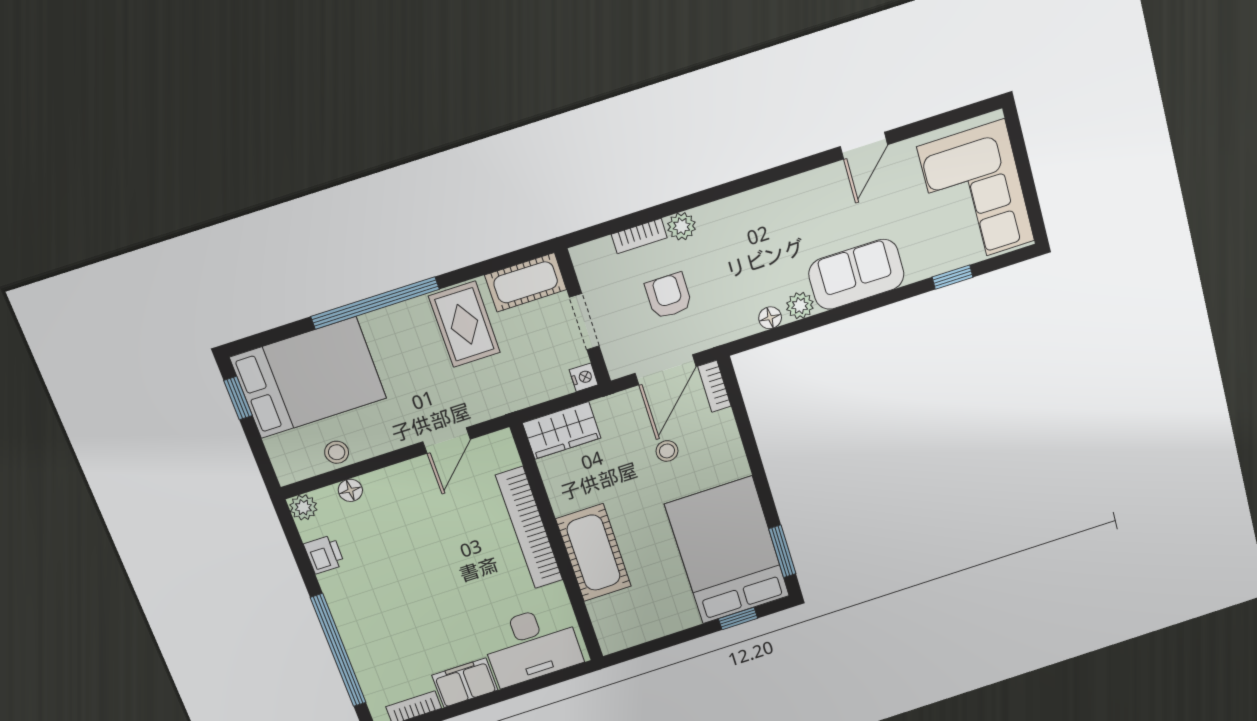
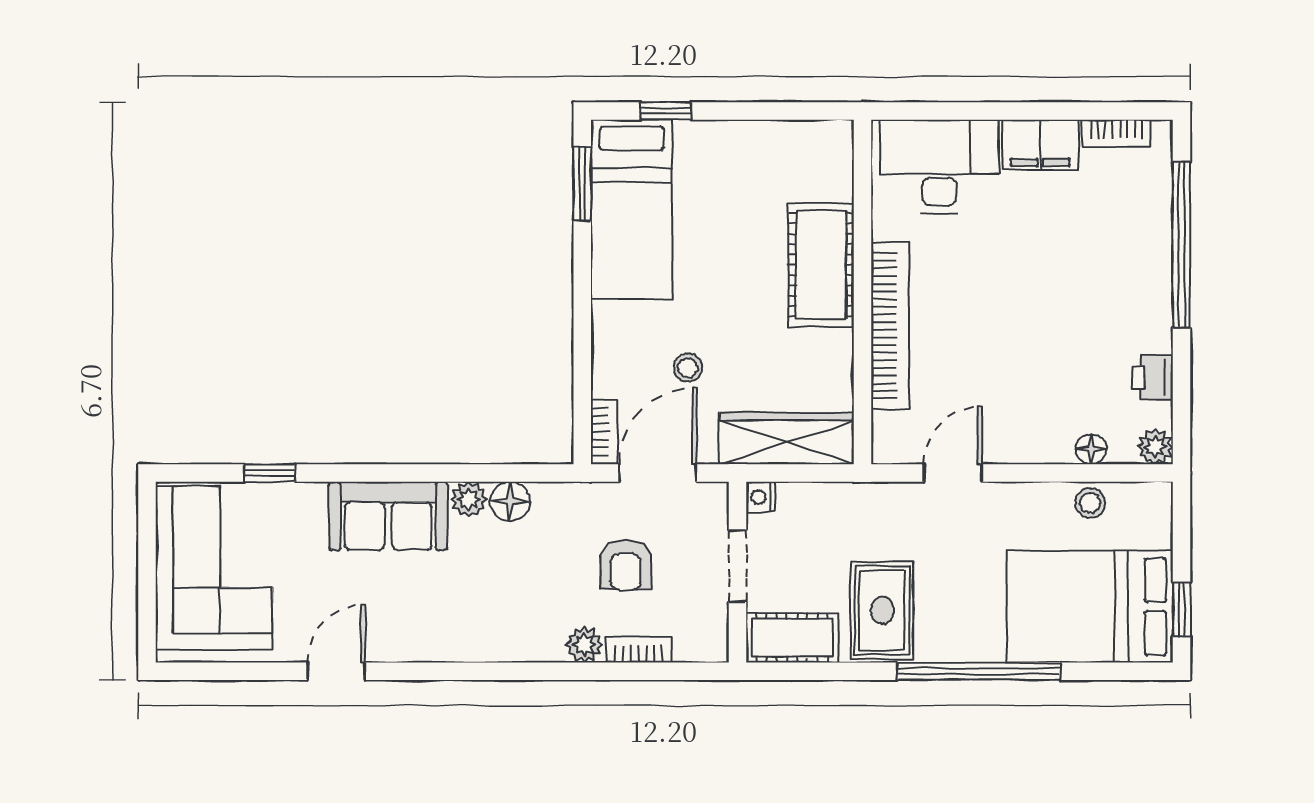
floor lamp: (770, 318) -> (510, 502), width x1.37, depth x1.37
wardrobe: (562, 430) -> (787, 438), width x1.50
bed: (727, 550) -> (631, 210), width x0.67

